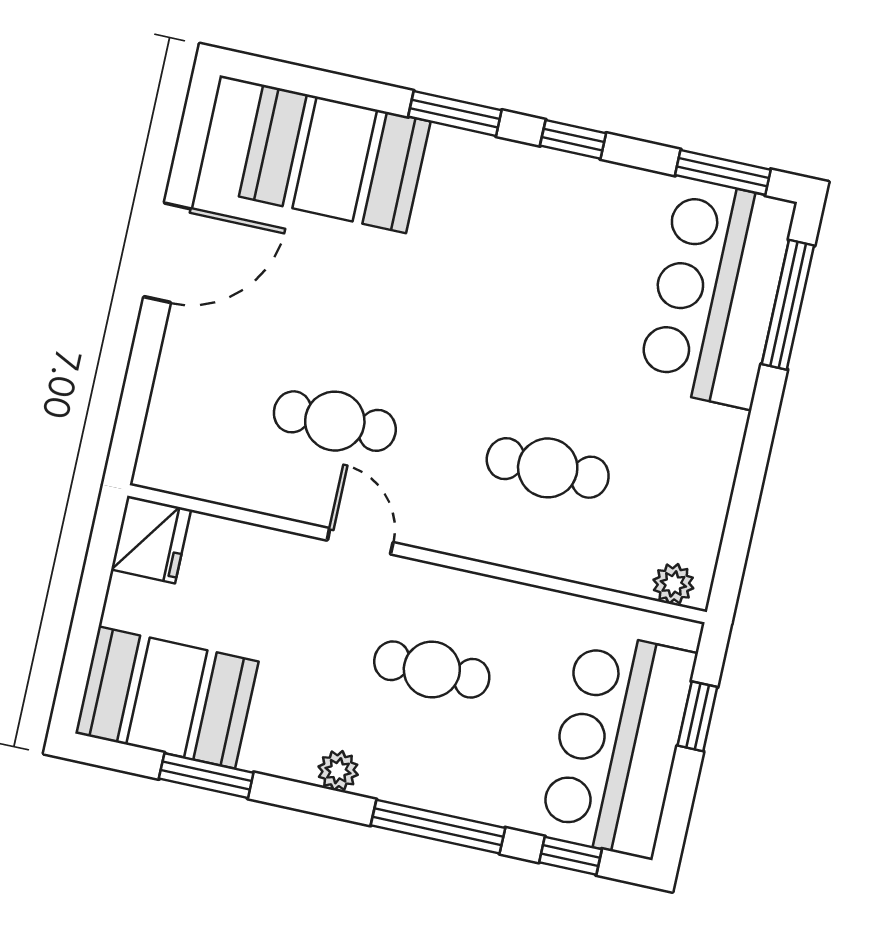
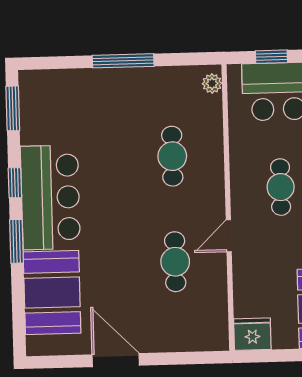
bar counter: (716, 294) -> (50, 197), moved, turned -90
window: (788, 305) -> (123, 61), moved

